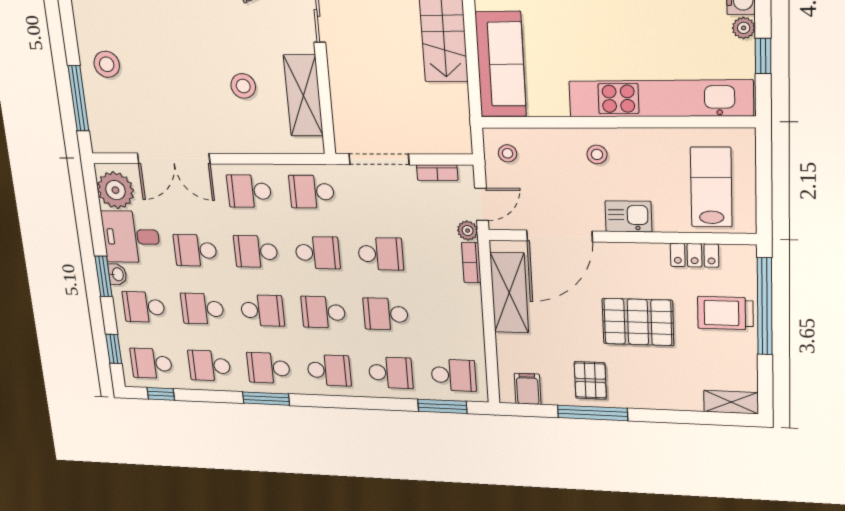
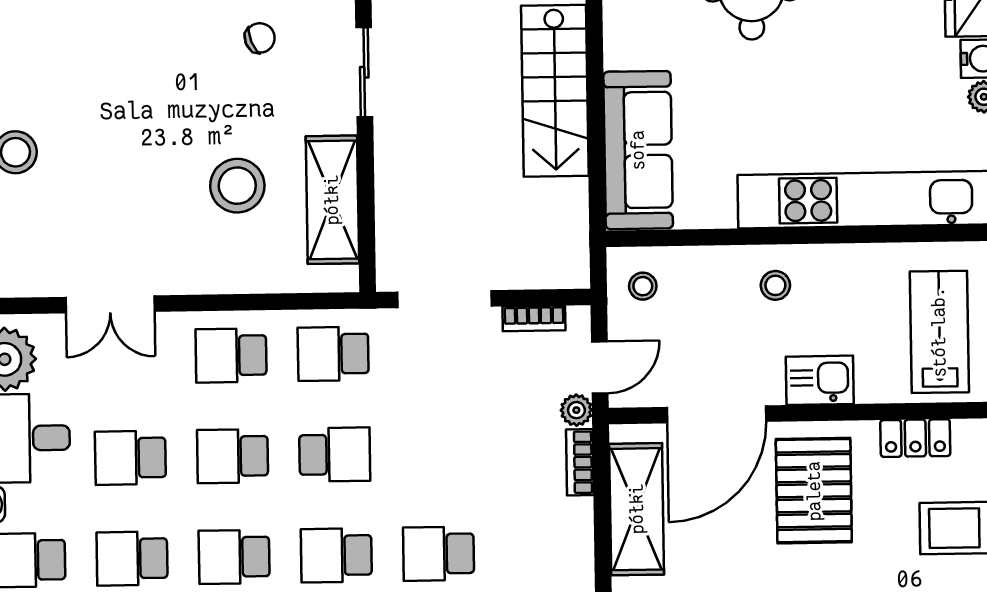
stool: (243, 86) -> (237, 186), width x1.38, depth x1.38
double door: (174, 159) -> (110, 304), width x0.73
school desk: (381, 254) -> (437, 453), removed
school desk: (262, 310) -> (234, 557), turned 180
pallet: (638, 322) -> (814, 491), moved, turned 90

